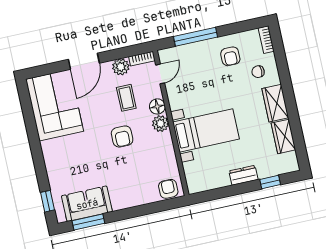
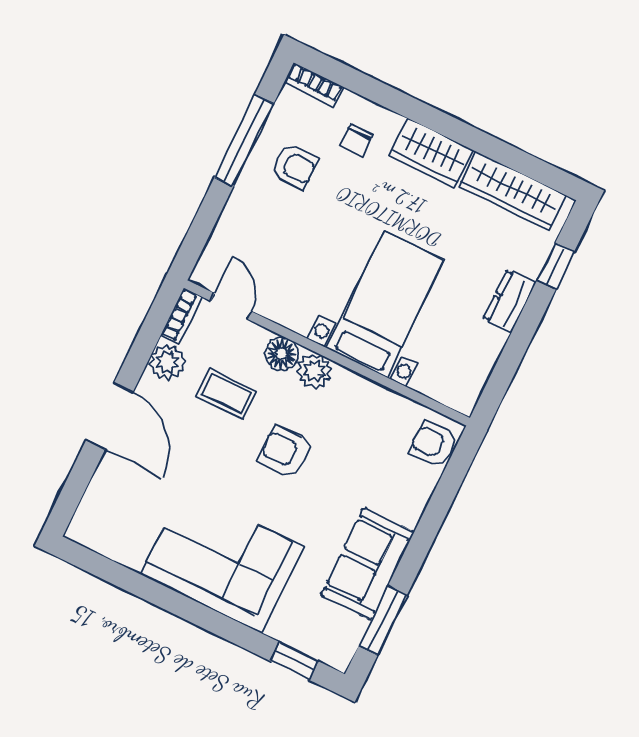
window: (195, 37) -> (244, 141), moved
corner sofa: (55, 105) -> (222, 561), moved
armchair: (122, 136) -> (285, 452), turned 180
wardrobe: (283, 136) -> (513, 191), width x1.50
sofa: (87, 204) -> (367, 564), moved

